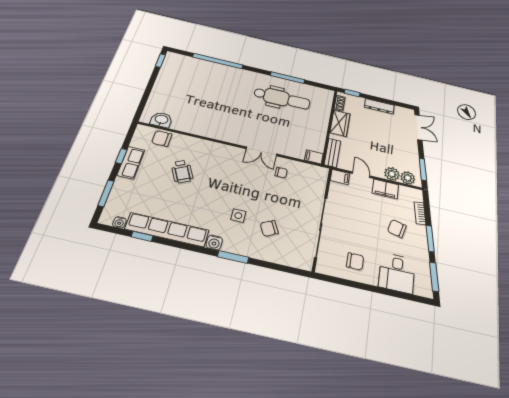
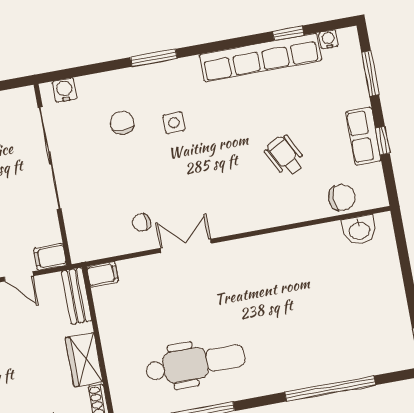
dental chair: (282, 98) -> (195, 363), turned 180
chair: (269, 228) -> (122, 123), turned -63
water cooler: (214, 242) -> (65, 90), moved

